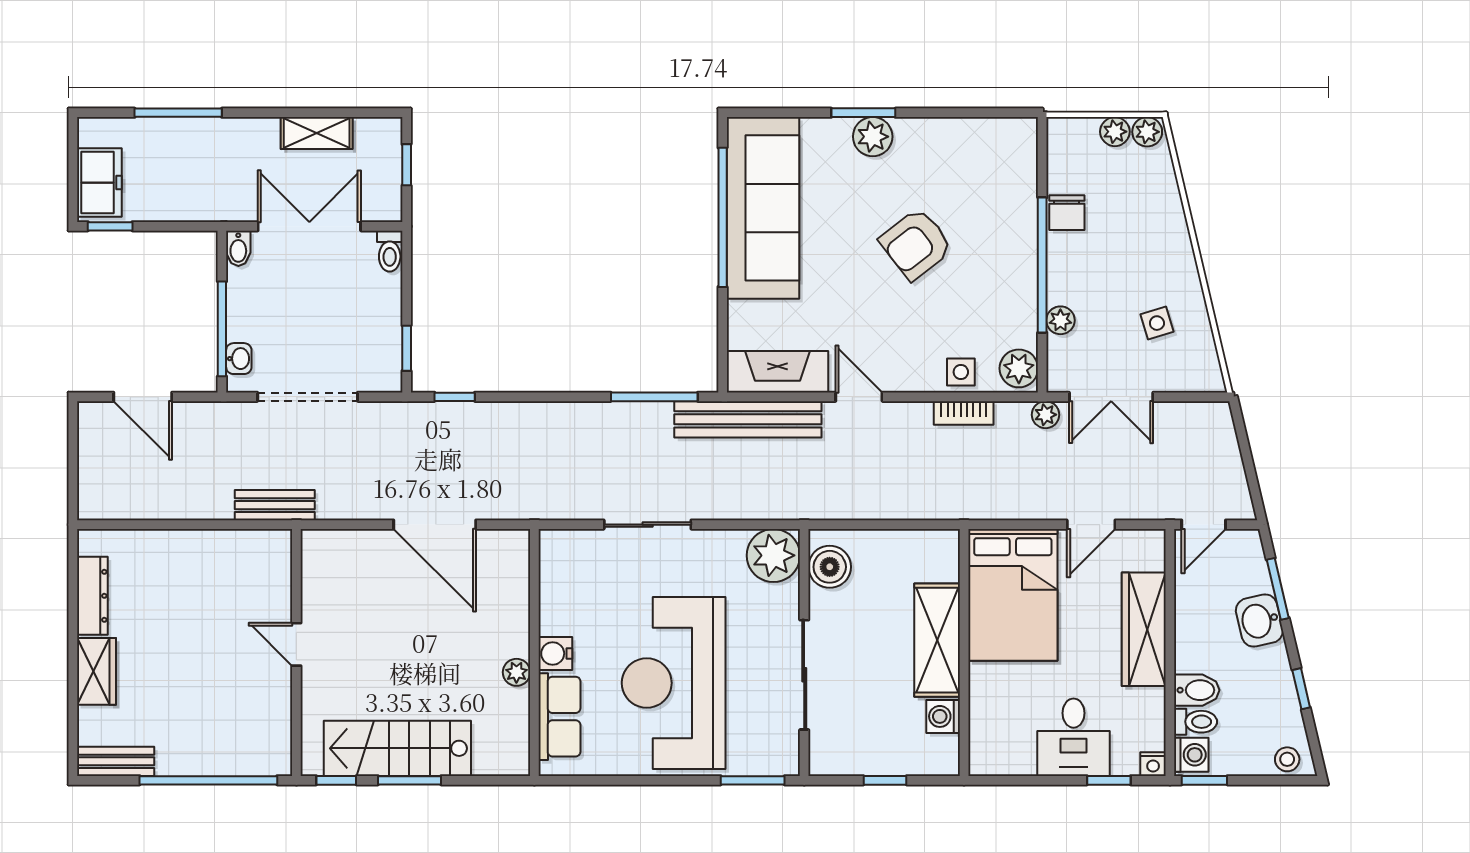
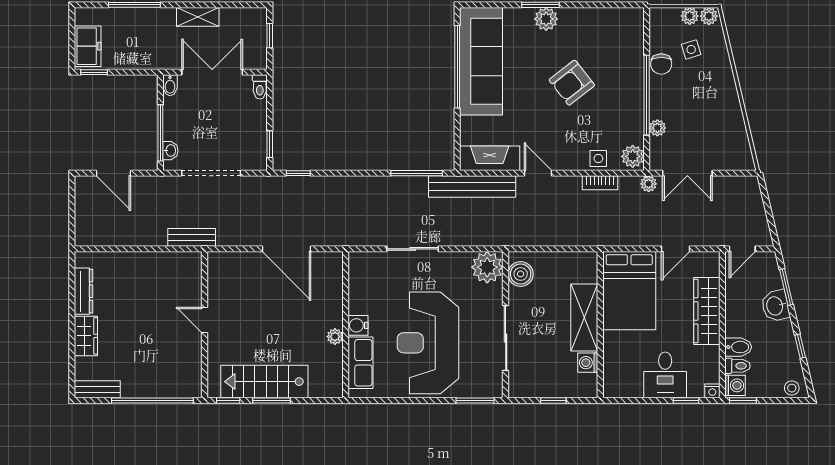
shelving: (317, 133) -> (198, 17), moved
side table: (1157, 323) -> (691, 49), moved

